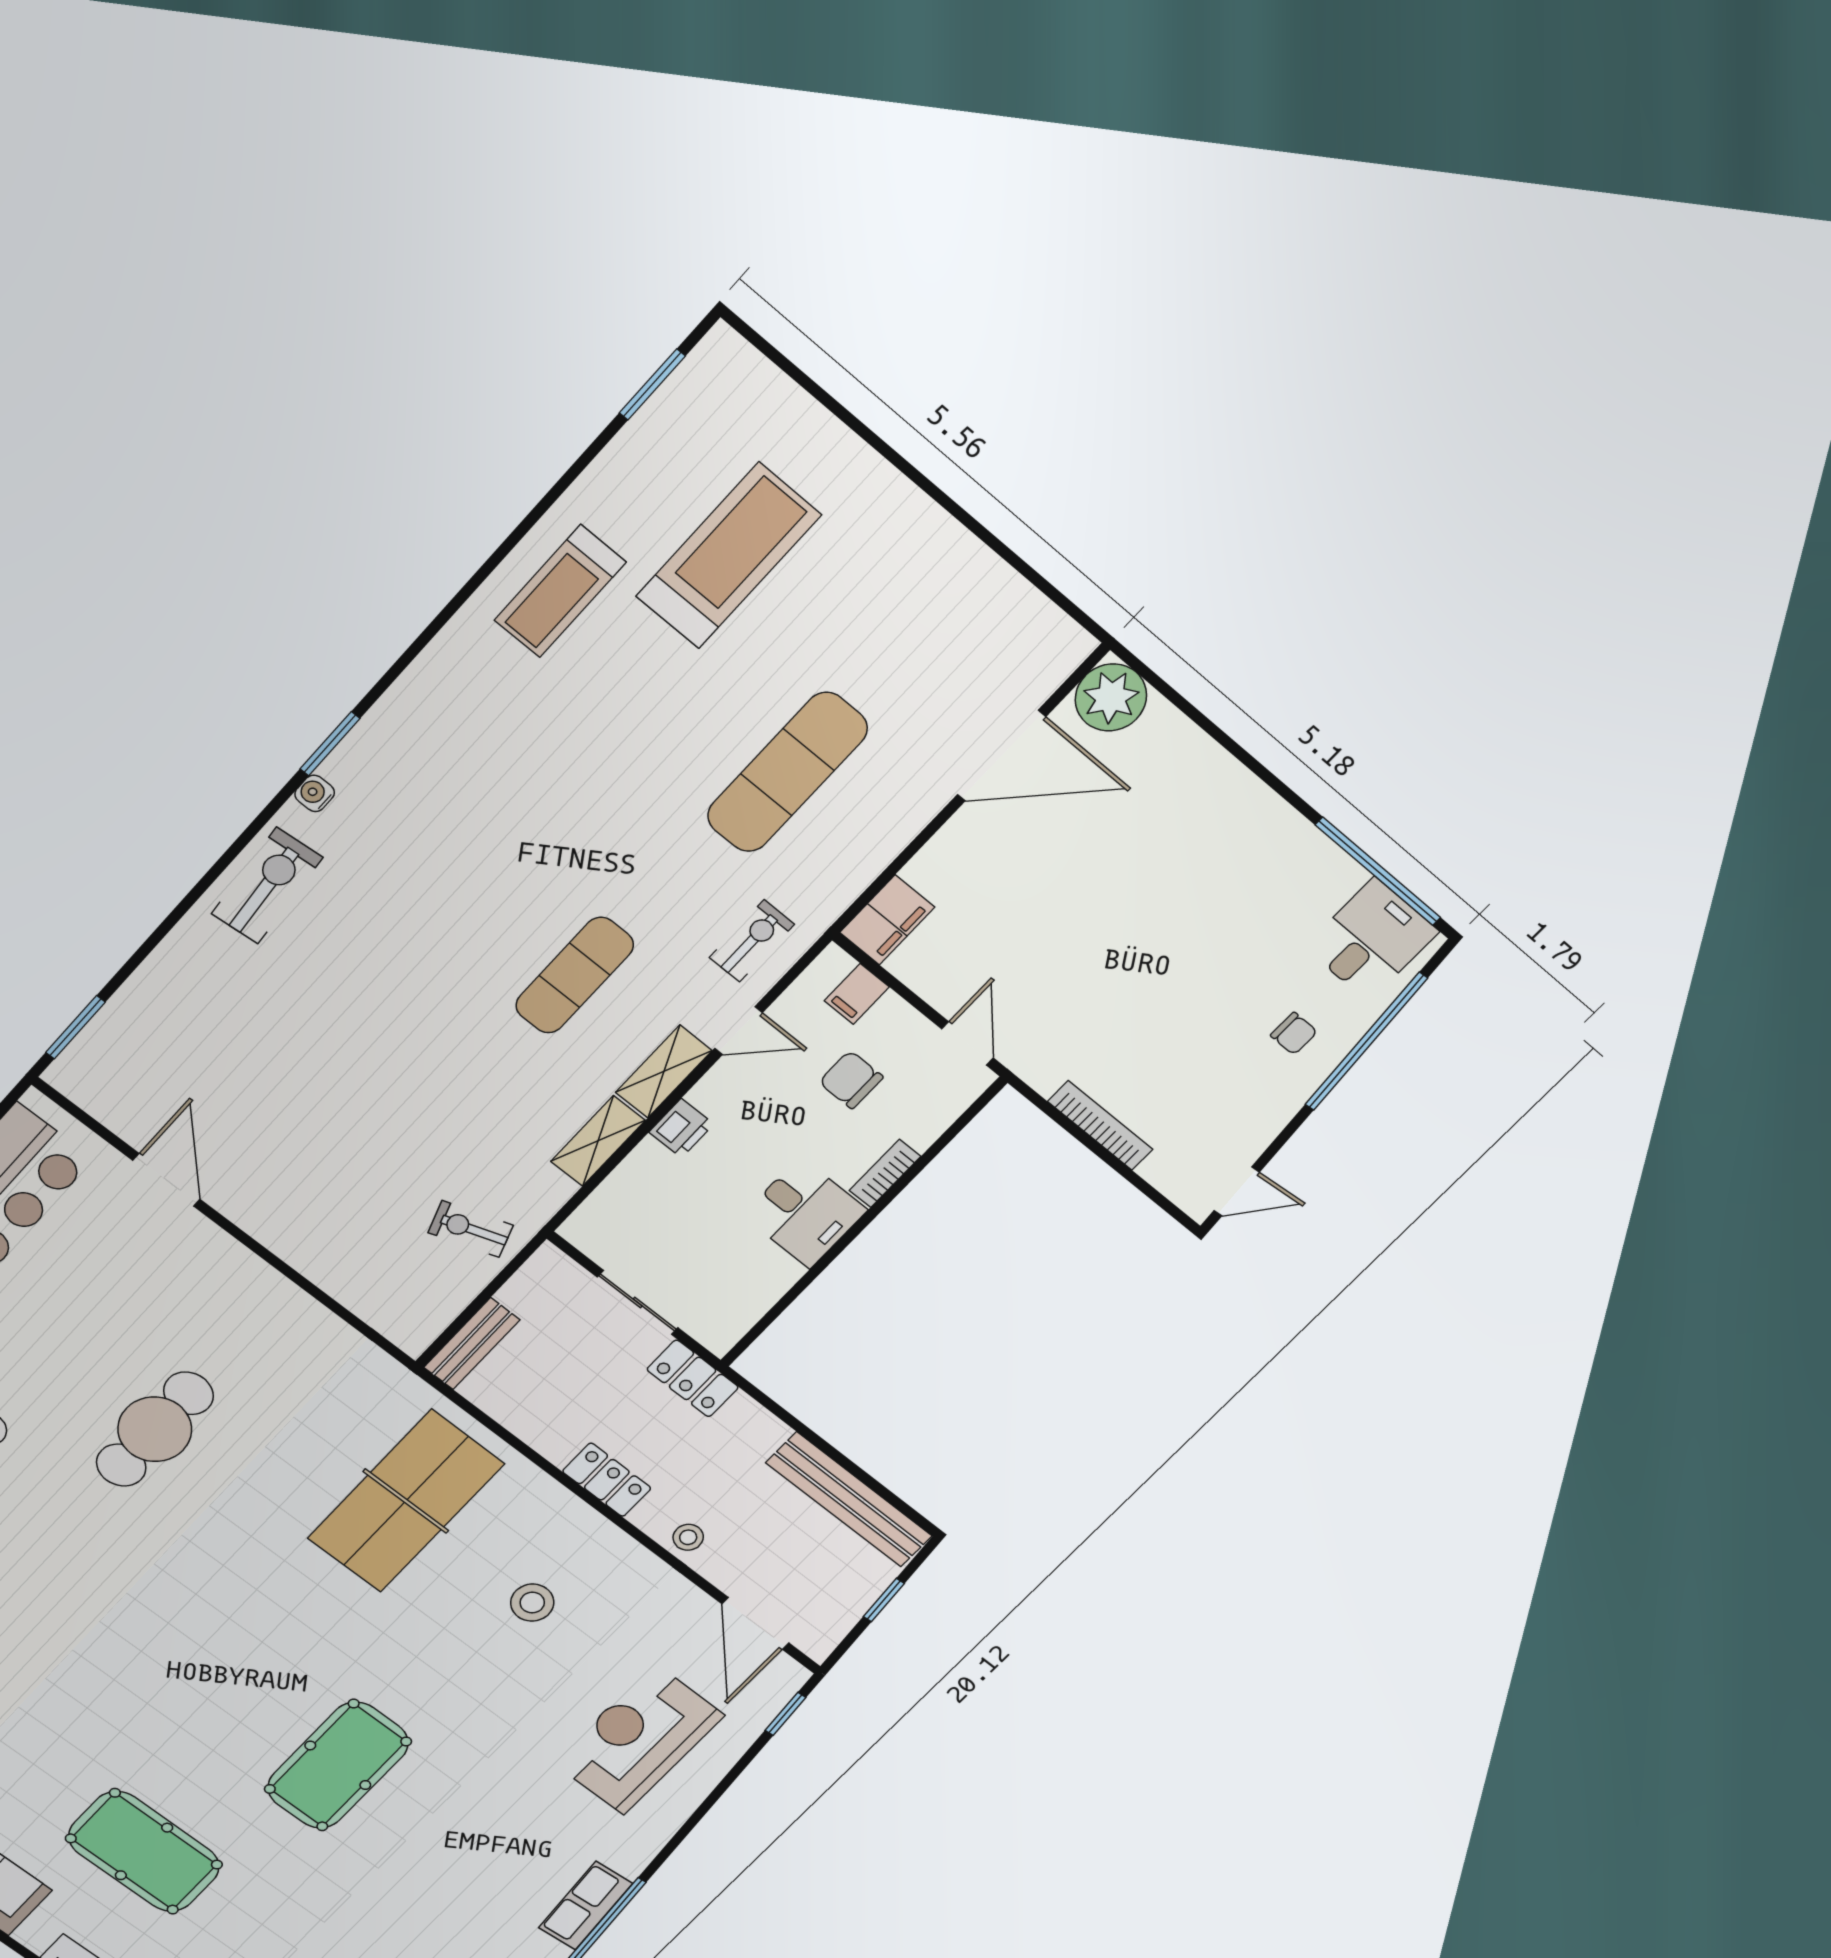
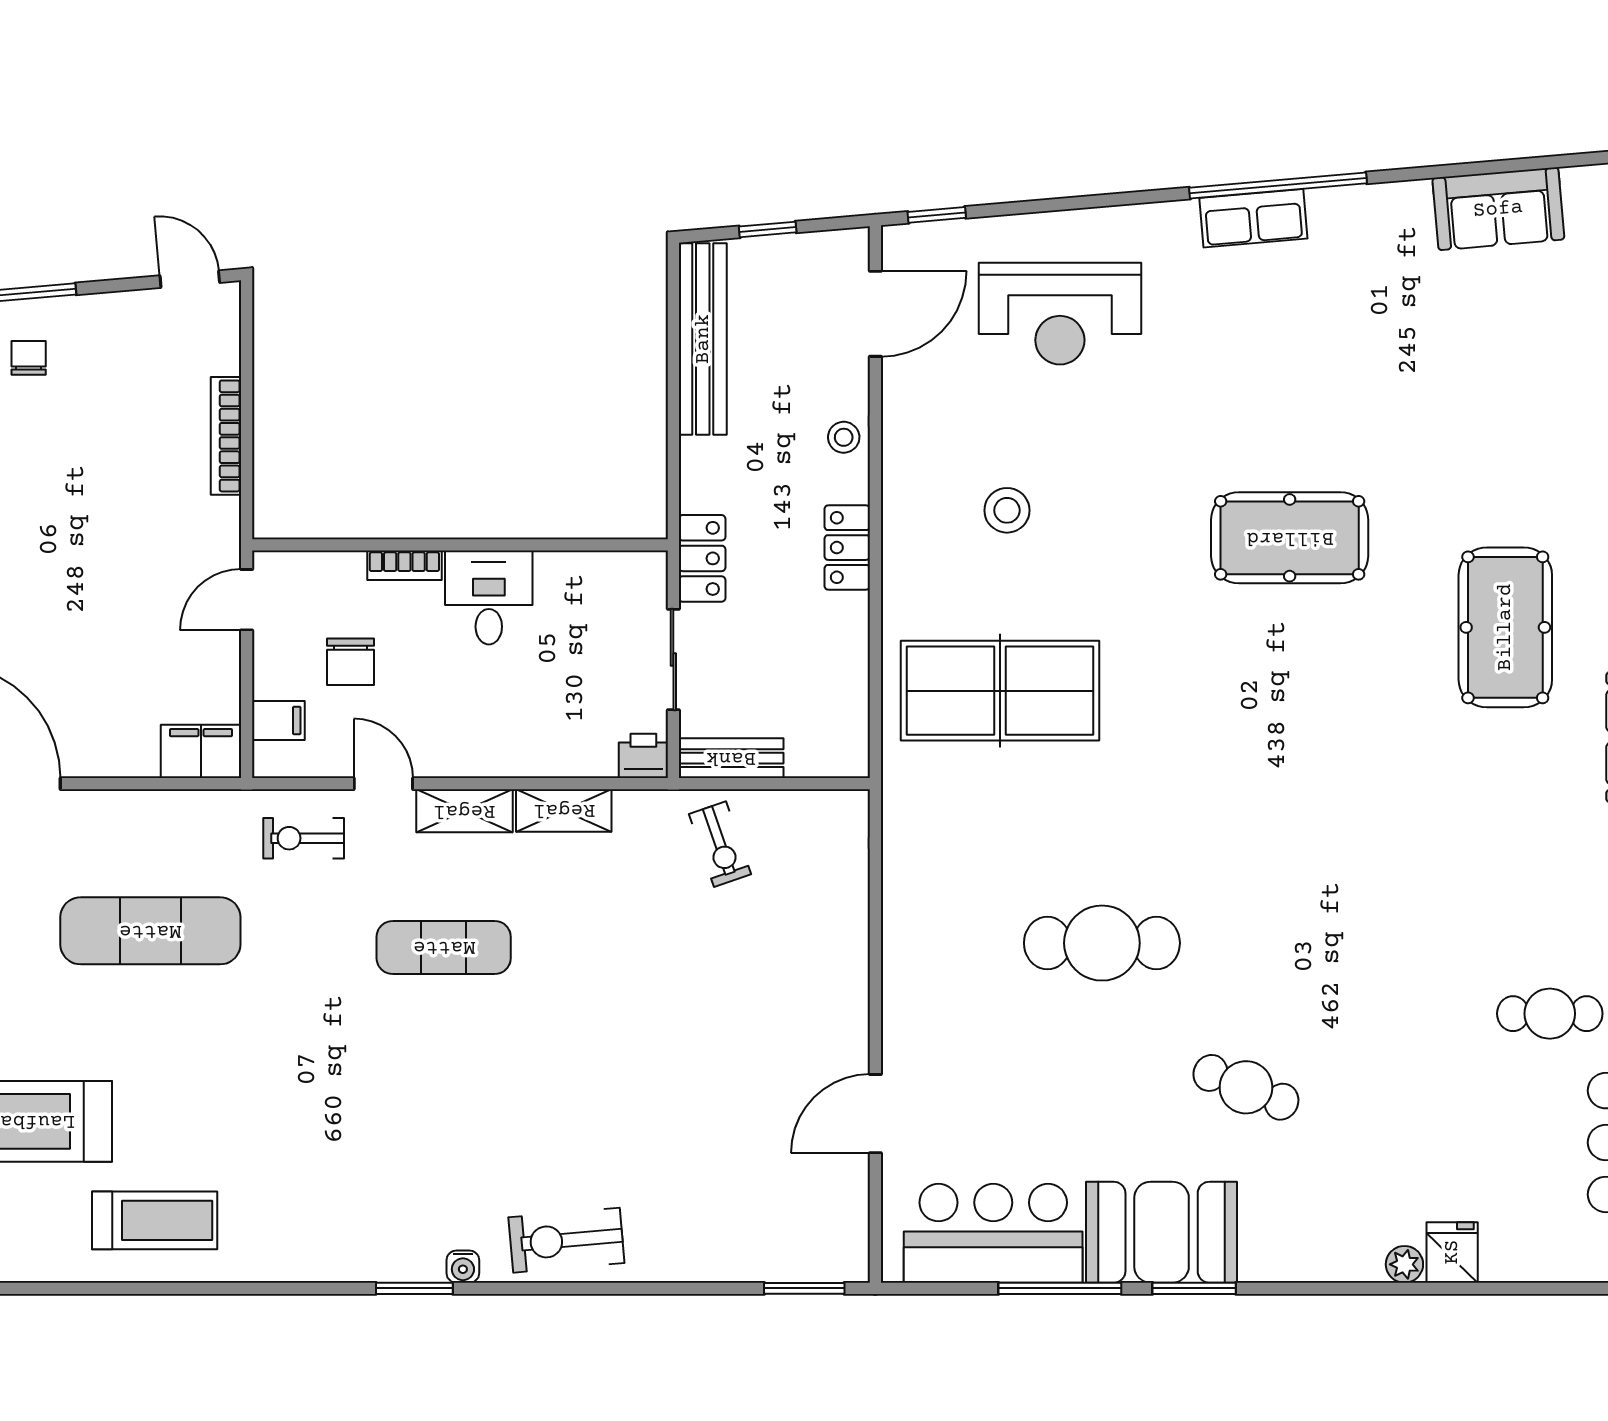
printer: (681, 1128) -> (643, 756), moved
bench: (472, 1344) -> (731, 758), moved

